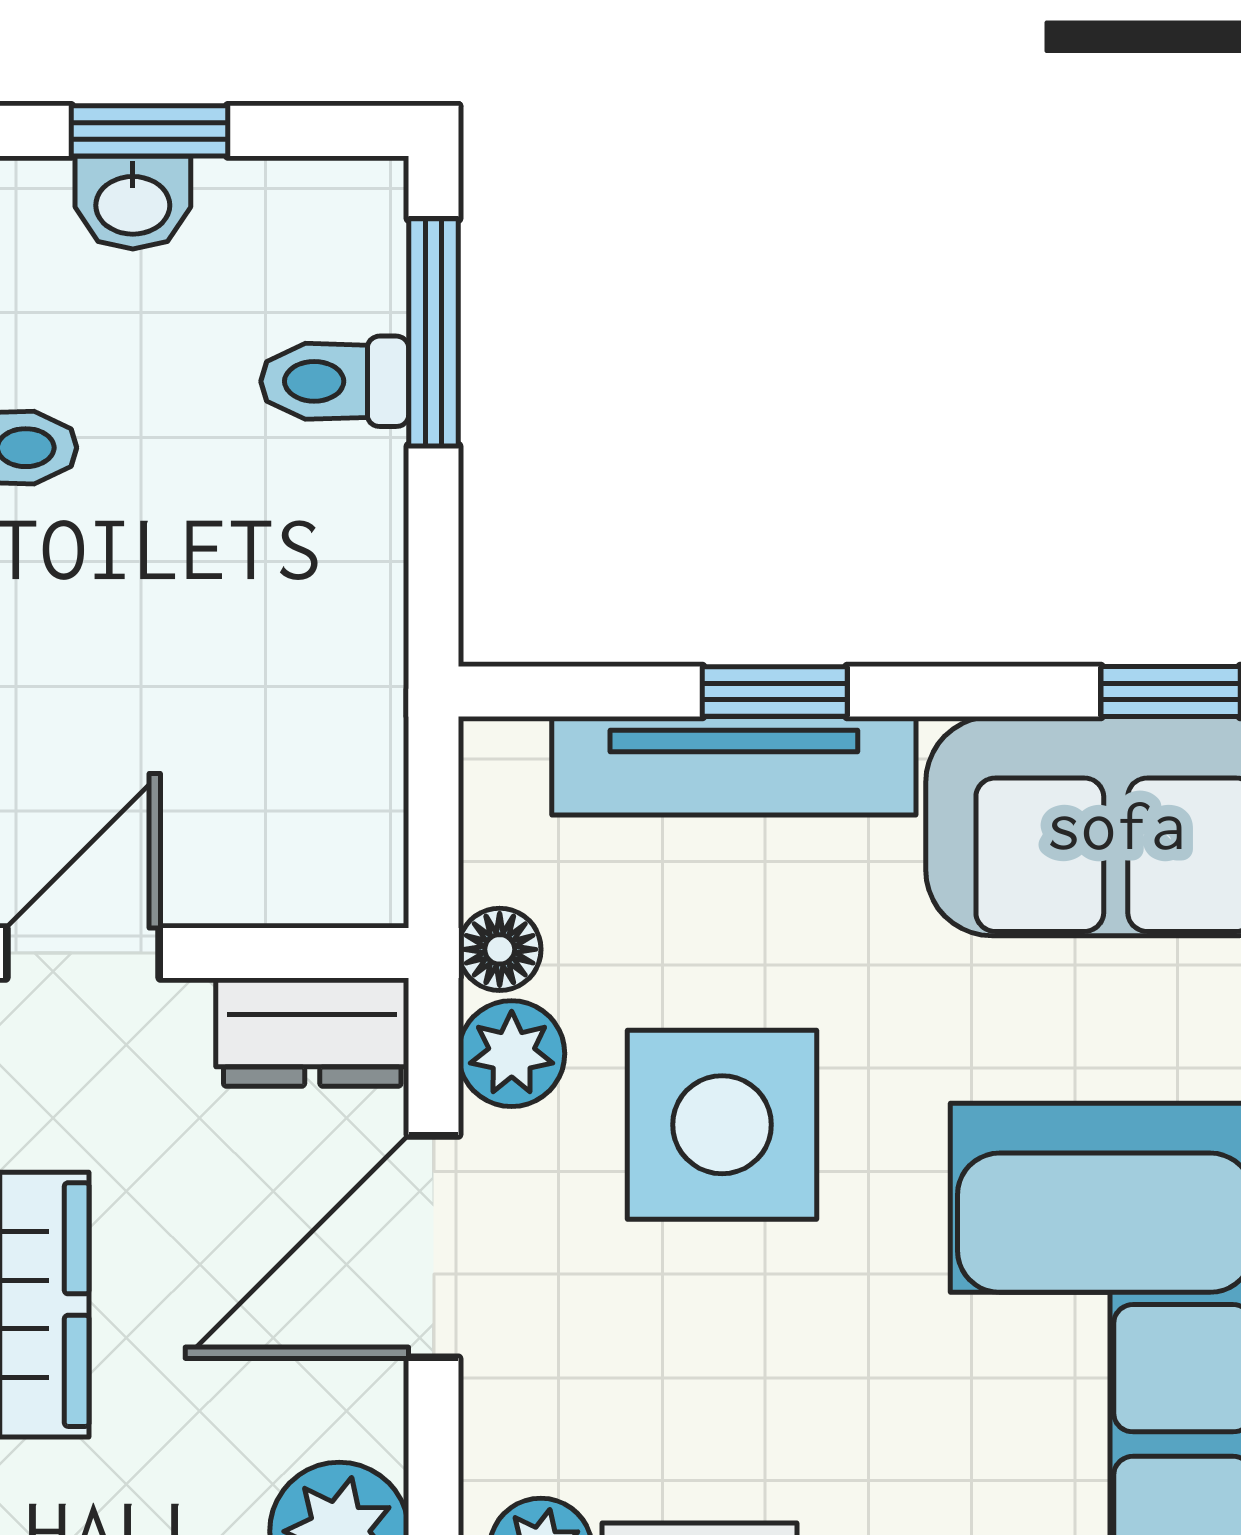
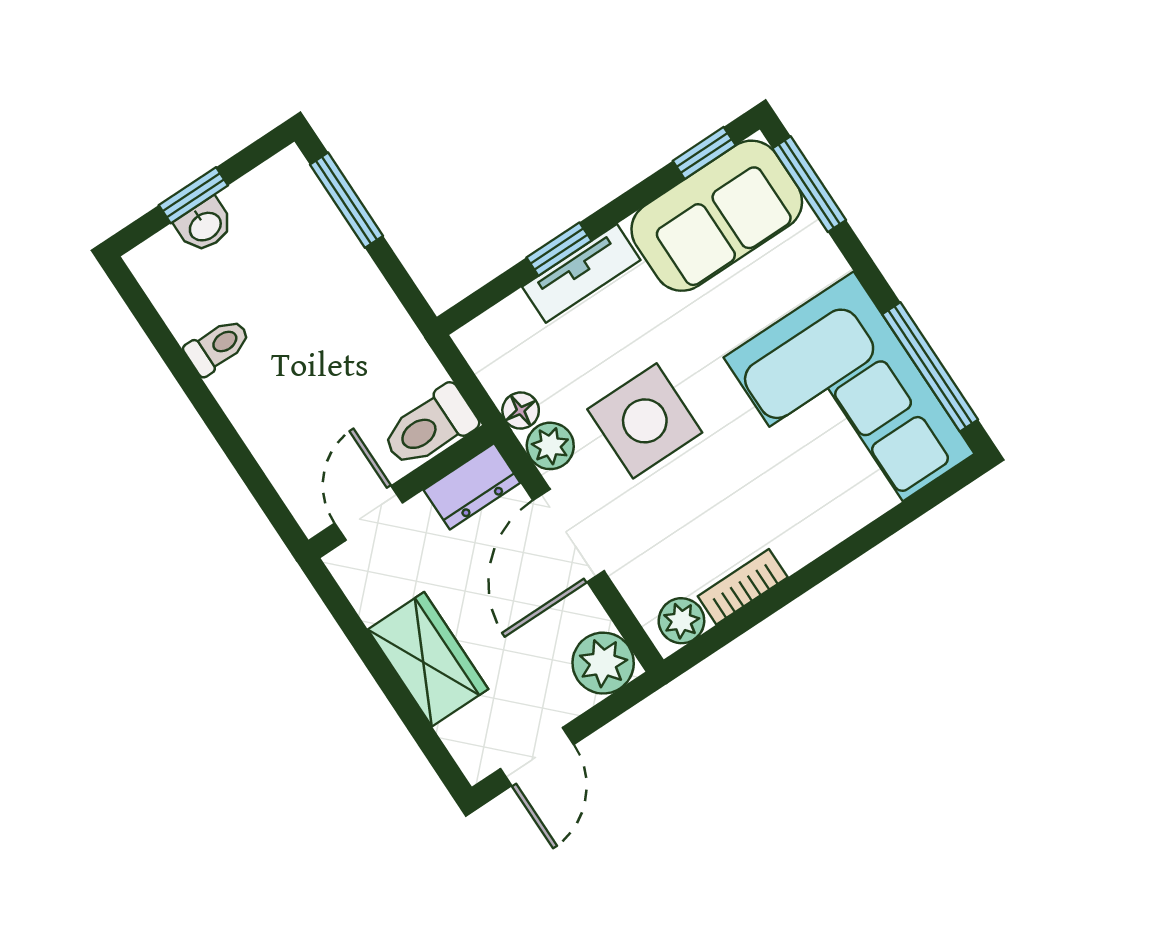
toilet: (335, 381) -> (429, 427), moved, width x1.37, depth x1.39
tv unit: (734, 766) -> (581, 273), width x0.71

